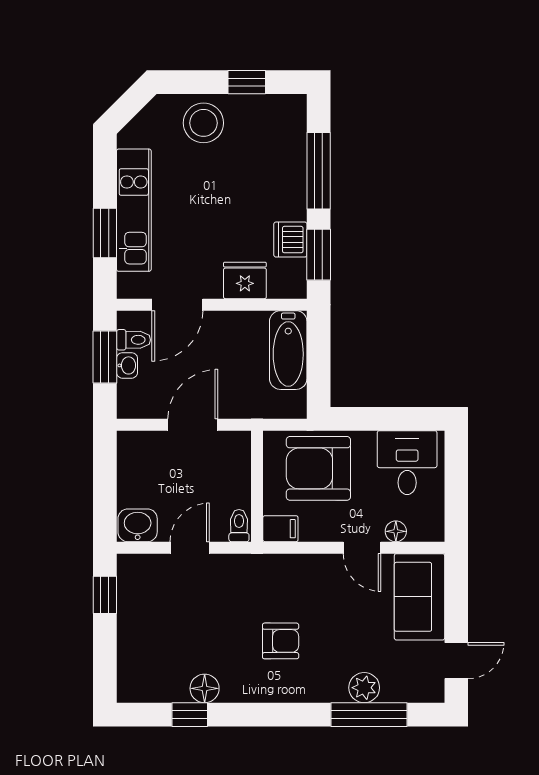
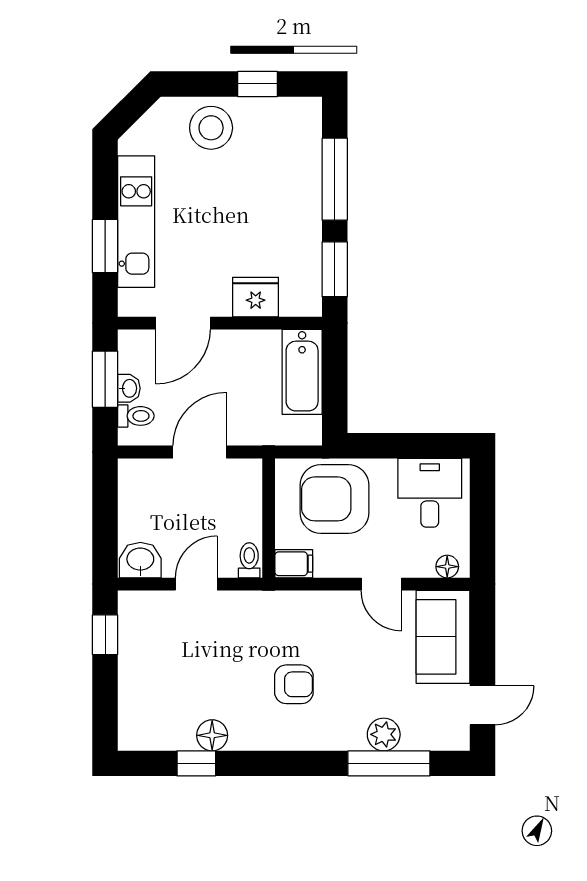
dishwasher: (290, 240) -> (304, 253), removed
toilet: (133, 340) -> (136, 416), moved
floor lamp: (396, 531) -> (447, 567), moved

